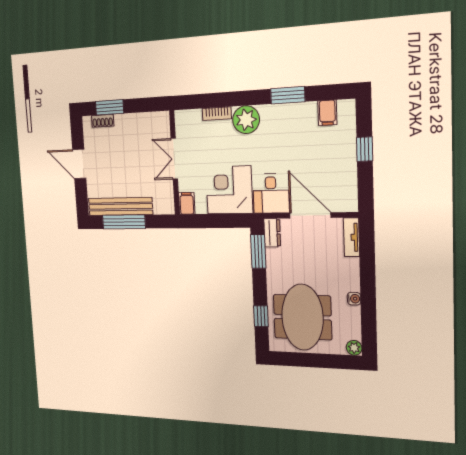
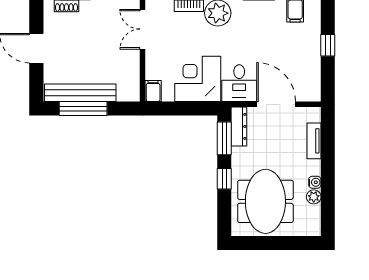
double door: (174, 159) -> (142, 29), moved
dresser: (272, 233) -> (239, 126), width x1.44
tv unit: (351, 237) -> (314, 141), moved
window: (261, 316) -> (224, 179), moved
plant: (354, 348) -> (314, 197), moved

